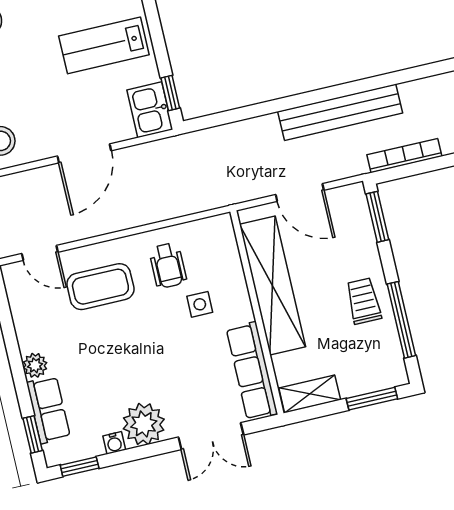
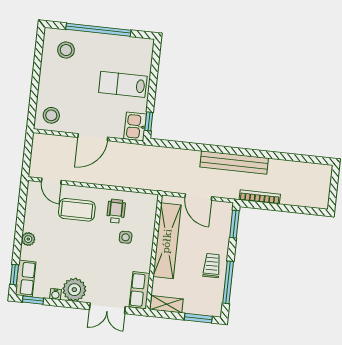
wheelchair: (168, 265) -> (116, 211), turned 180
row of seats: (252, 371) -> (140, 290), width x0.68
row of seats: (48, 410) -> (26, 278), moved

